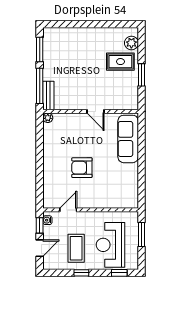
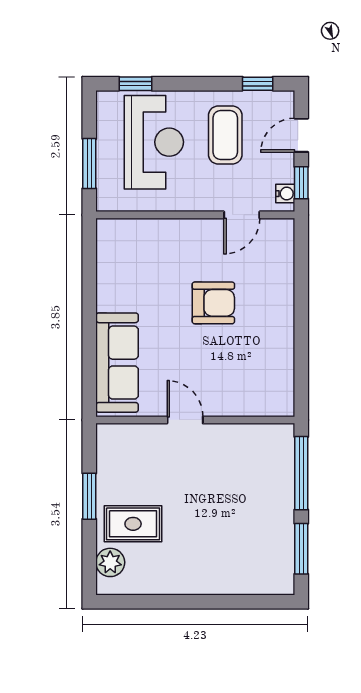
bench: (48, 96) -> (283, 453), removed
plant: (48, 118) -> (284, 407), removed
window: (81, 273) -> (258, 84), moved

